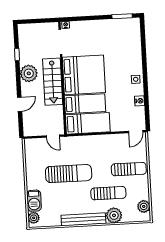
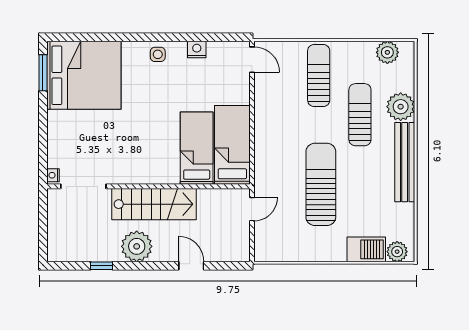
bed: (84, 75) -> (84, 75), moved, turned 90

